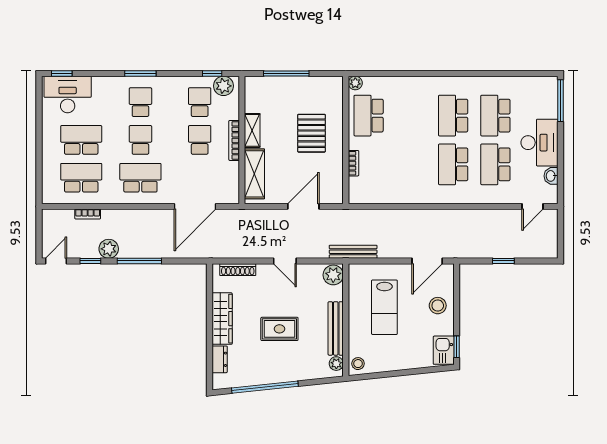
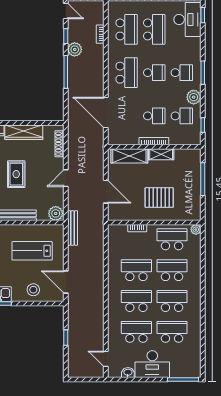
plant: (223, 86) -> (194, 97), moved
school desk: (411, 116) -> (172, 270), added
school desk: (411, 164) -> (136, 270), added

